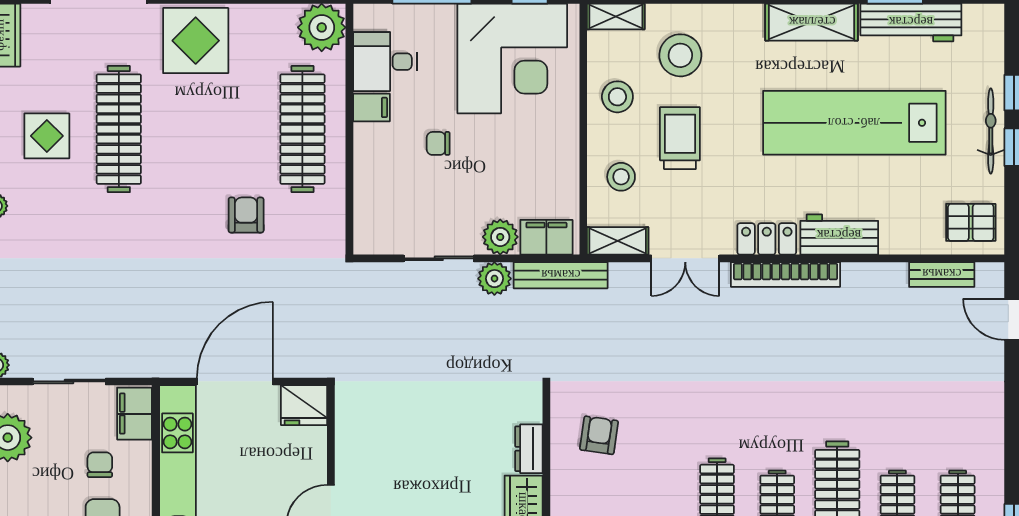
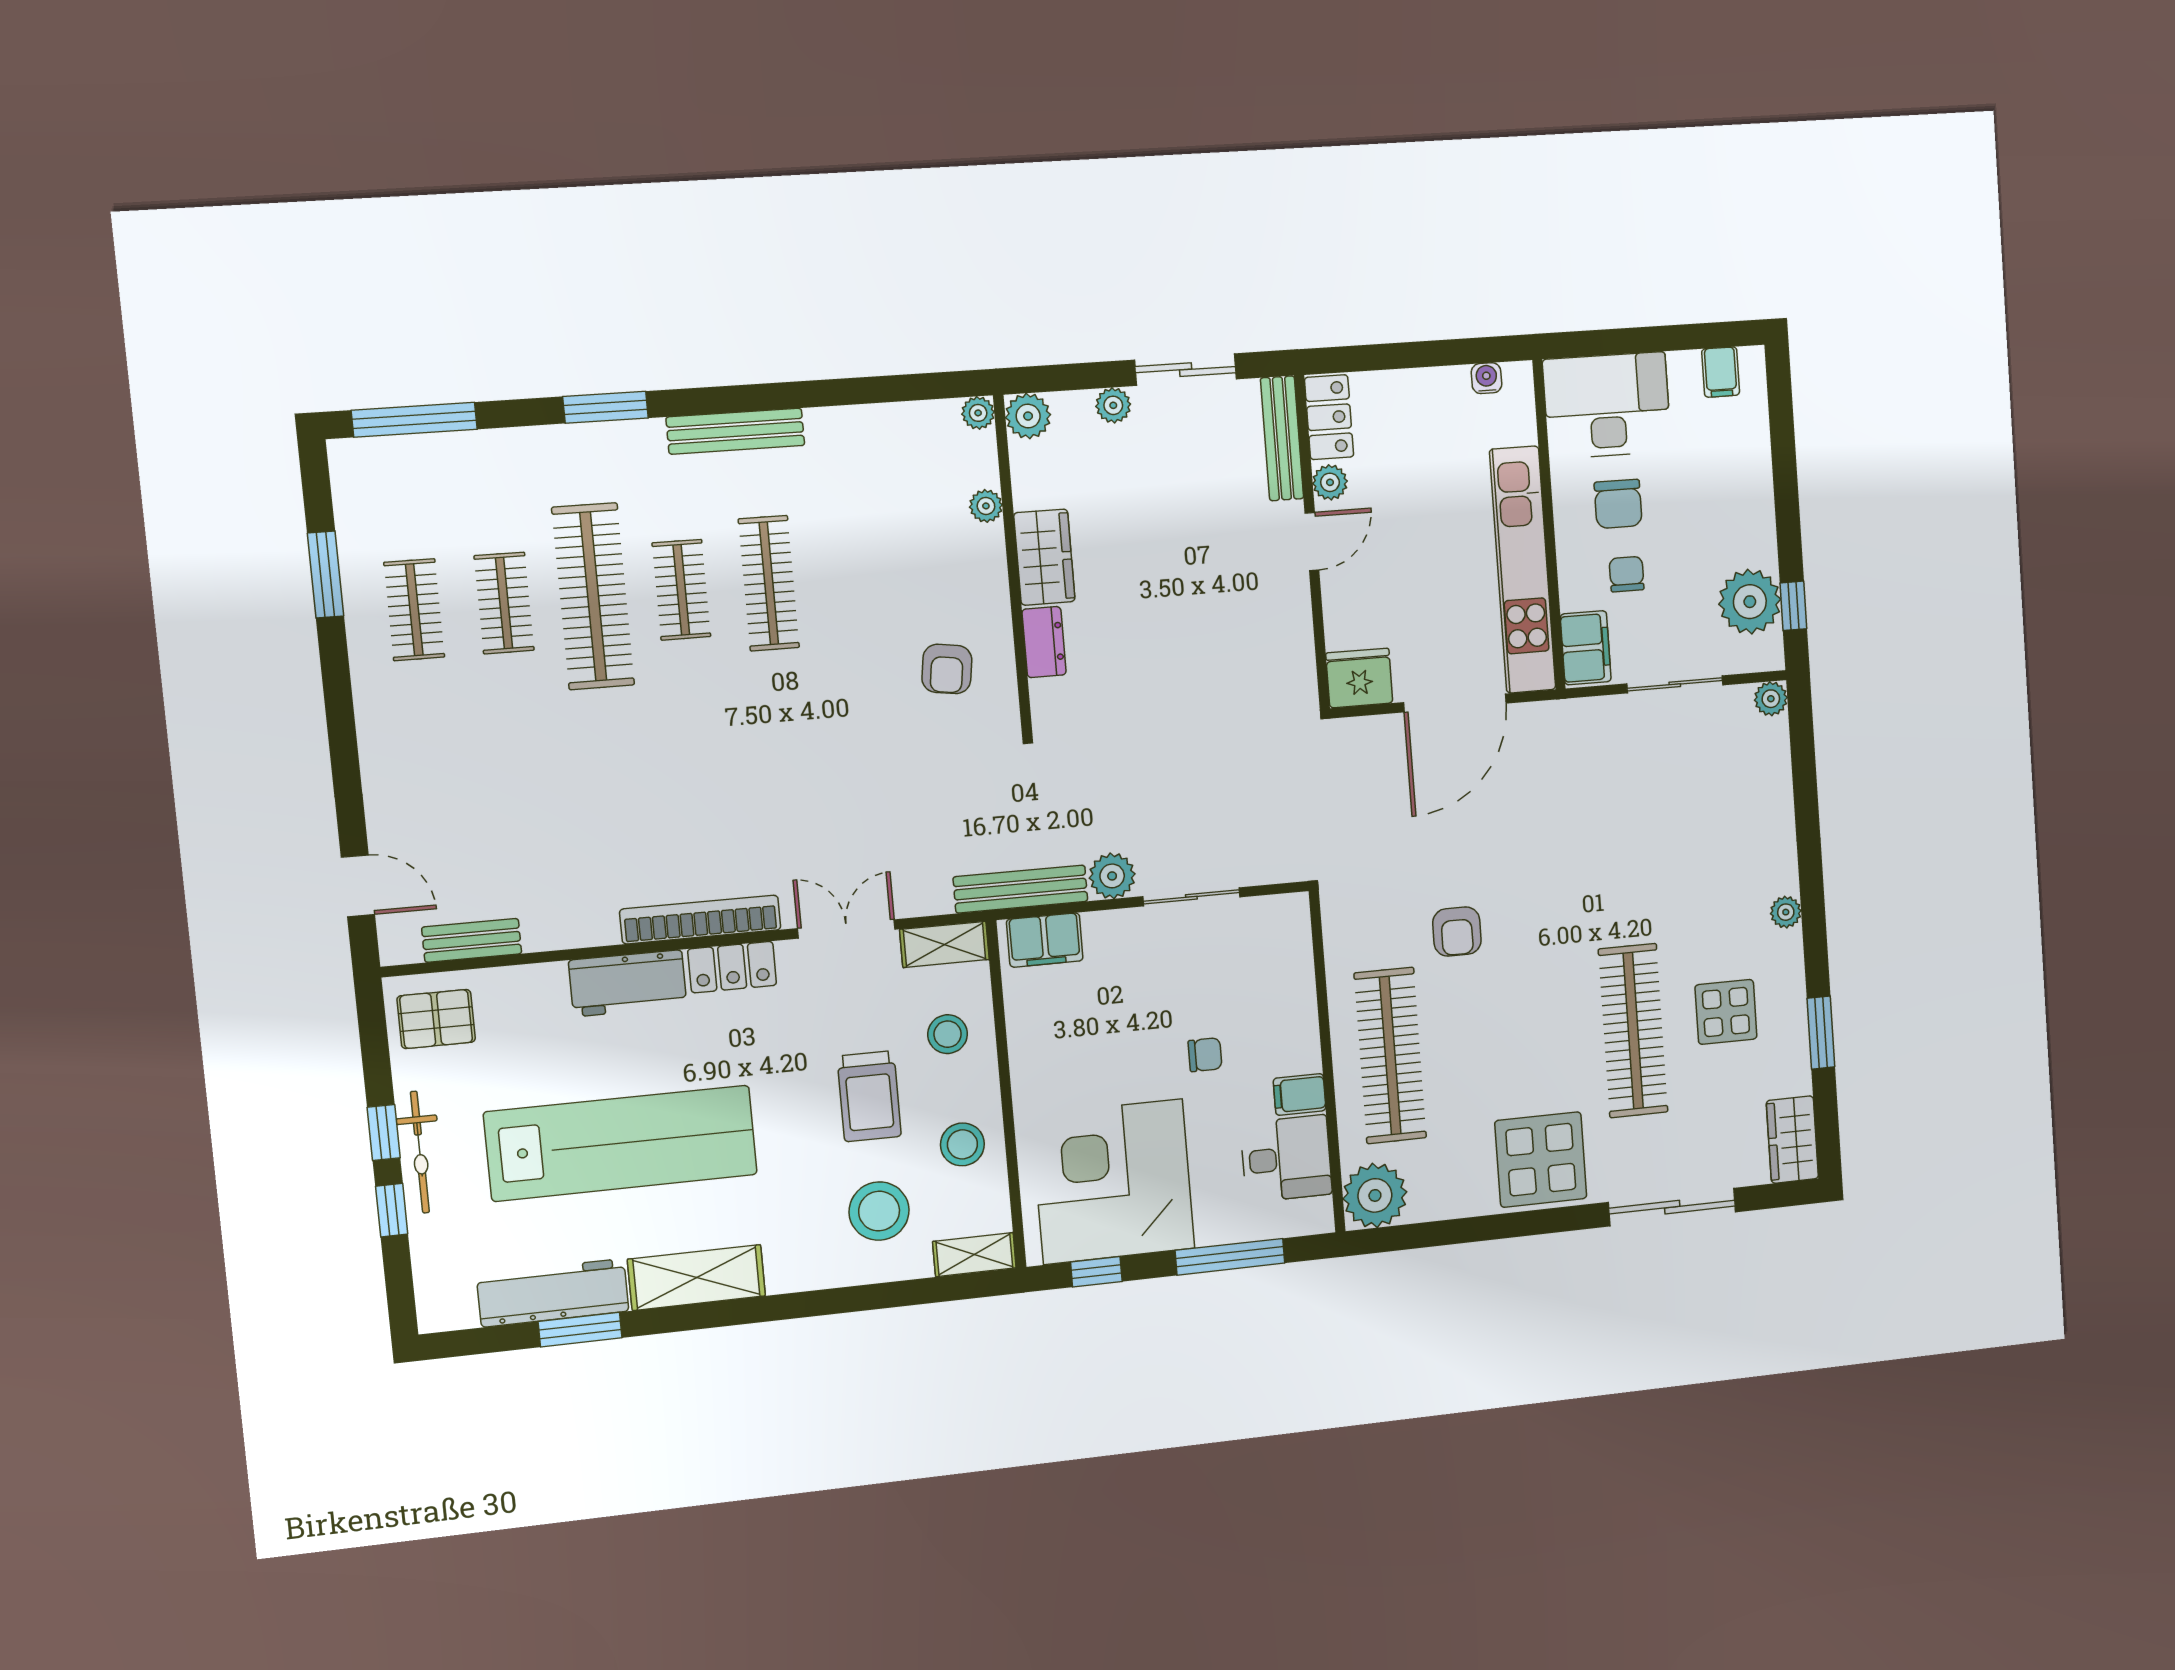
plant: (500, 237) -> (1109, 934), removed
chair: (100, 465) -> (1627, 574), turned 180

